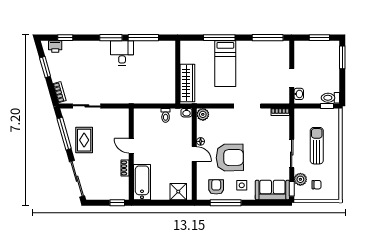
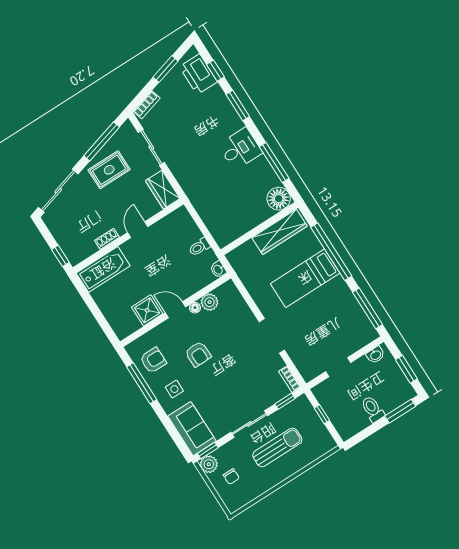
window: (111, 38) -> (238, 105), moved
window: (219, 38) -> (331, 252), width x1.46
printer: (55, 46) -> (198, 74), width x1.87, depth x1.48
floor lamp: (167, 49) -> (279, 199), added
wardrobe: (187, 83) -> (279, 232), moved
washbasin: (299, 94) -> (375, 355), moved
toilet: (330, 98) -> (373, 409), moved
window: (327, 106) -> (322, 414), moved
plant: (203, 114) -> (210, 302), moved
wardrobe: (117, 115) -> (163, 190), added
window: (292, 123) -> (285, 401), added
door: (194, 154) -> (175, 310), swing flipped
armchair: (230, 158) -> (198, 354), width x0.53, depth x0.53
plant: (300, 179) -> (209, 464), moved
shower: (178, 192) -> (147, 310), moved

